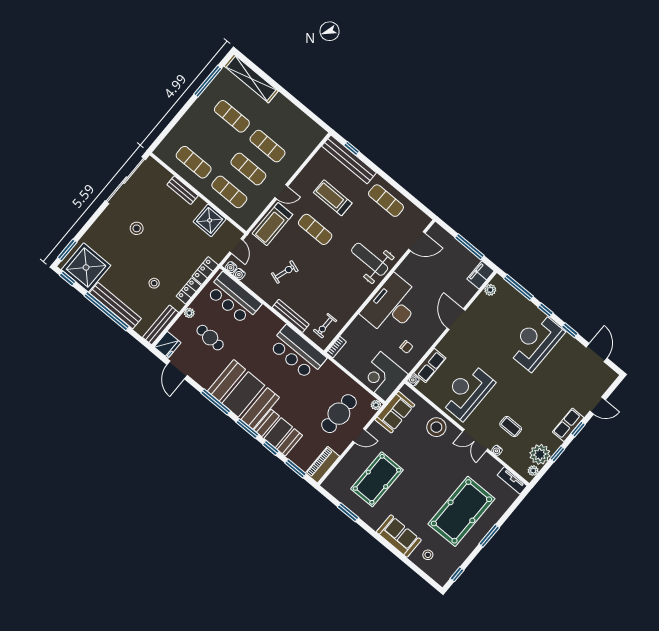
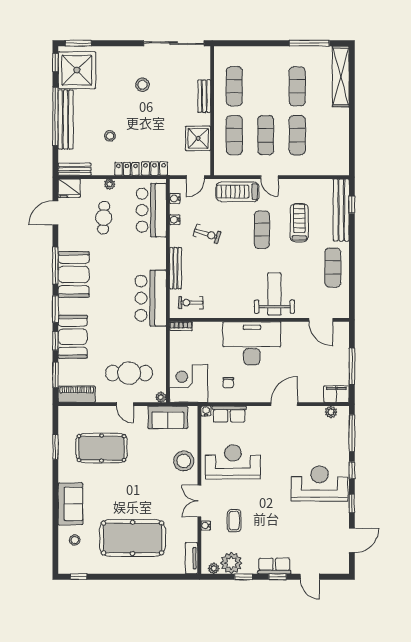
water cooler: (231, 267) -> (175, 220), moved
bench: (161, 325) -> (75, 169), width x0.73
booth: (243, 394) -> (74, 274), width x0.73, depth x0.70
window: (489, 536) -> (131, 577), removed

